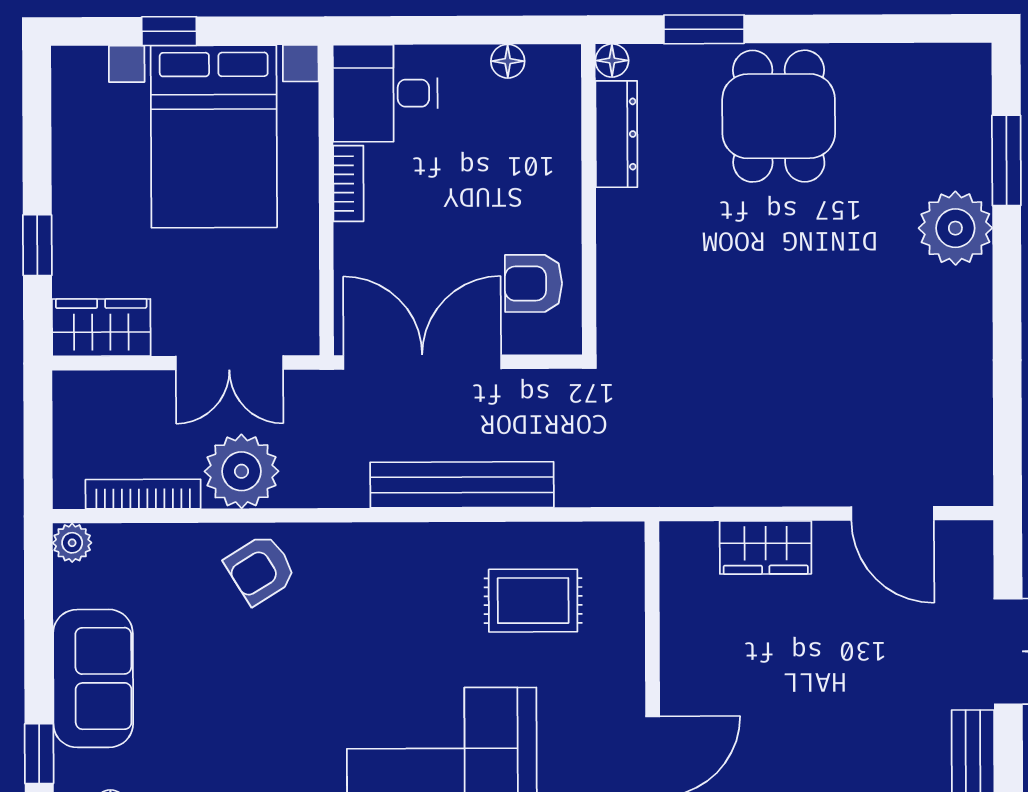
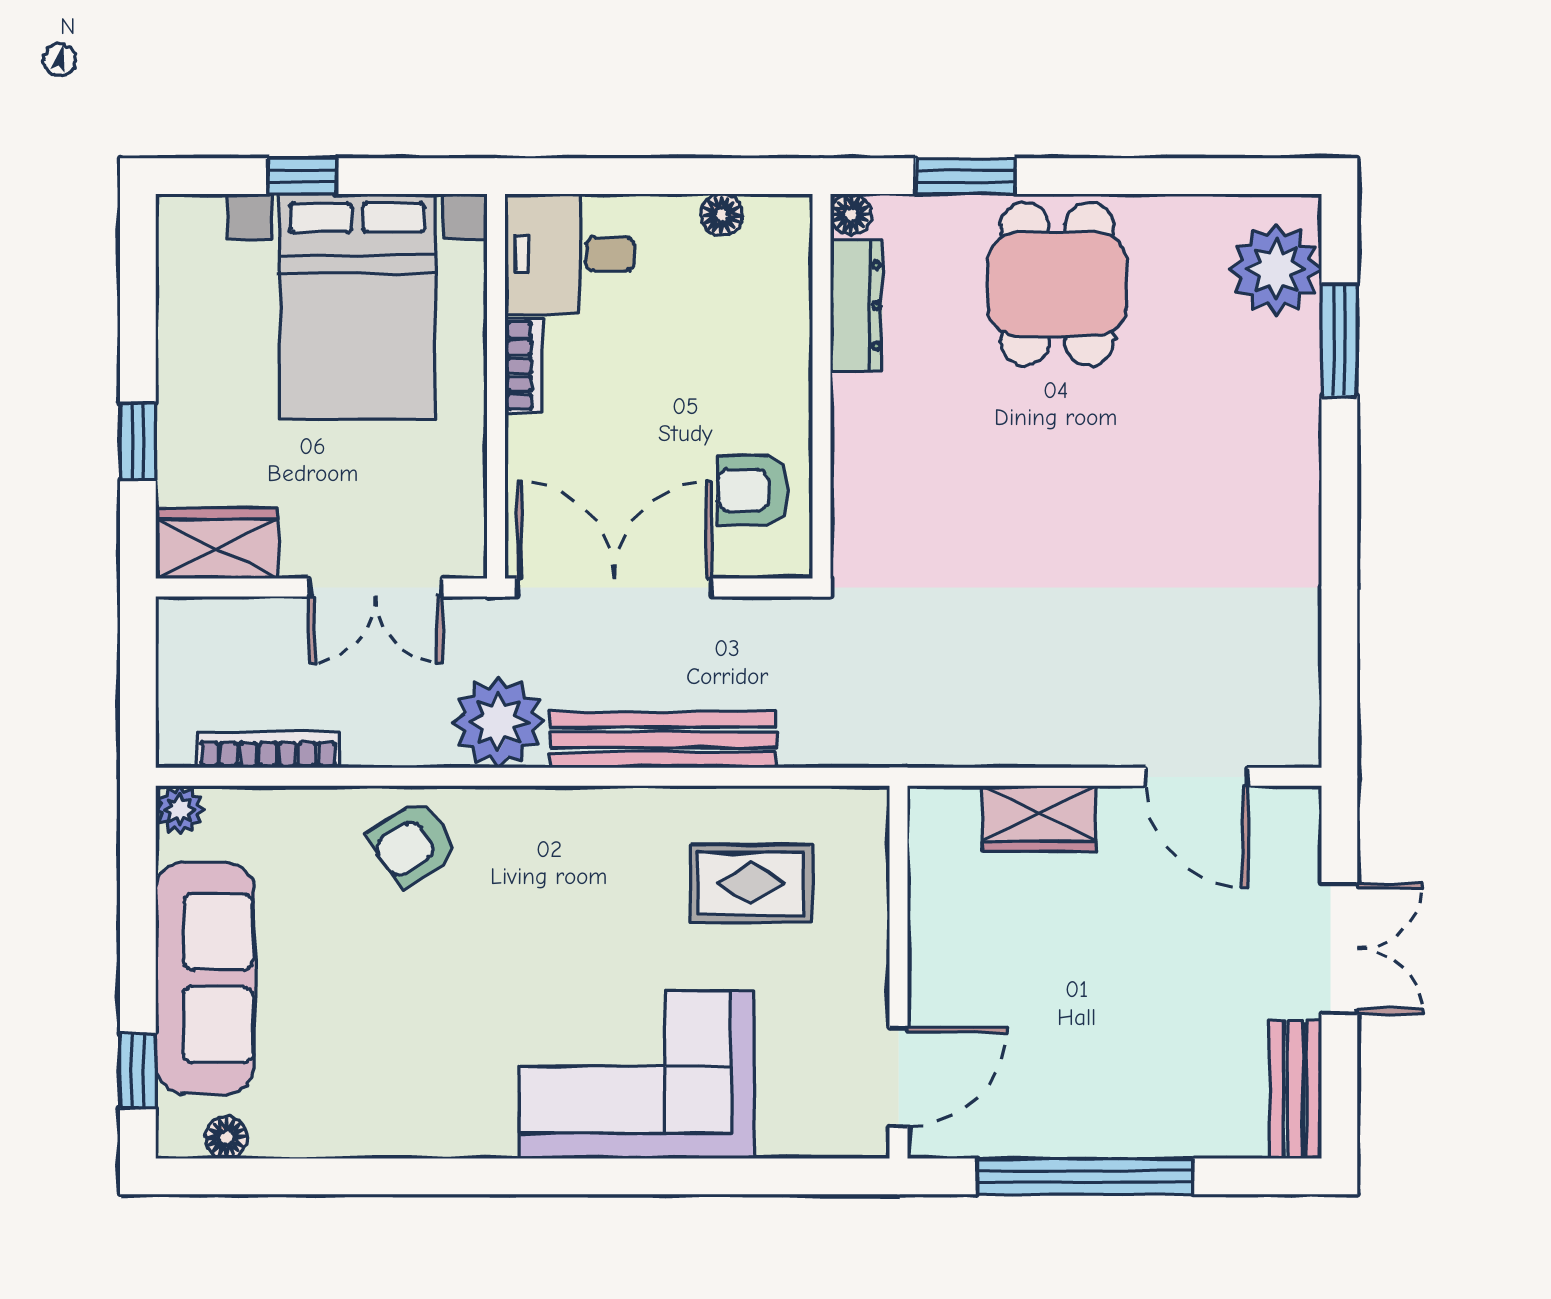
plant: (955, 228) -> (1276, 269), moved
plant: (242, 471) -> (499, 722), moved
sofa: (93, 678) -> (205, 978), width x1.36

